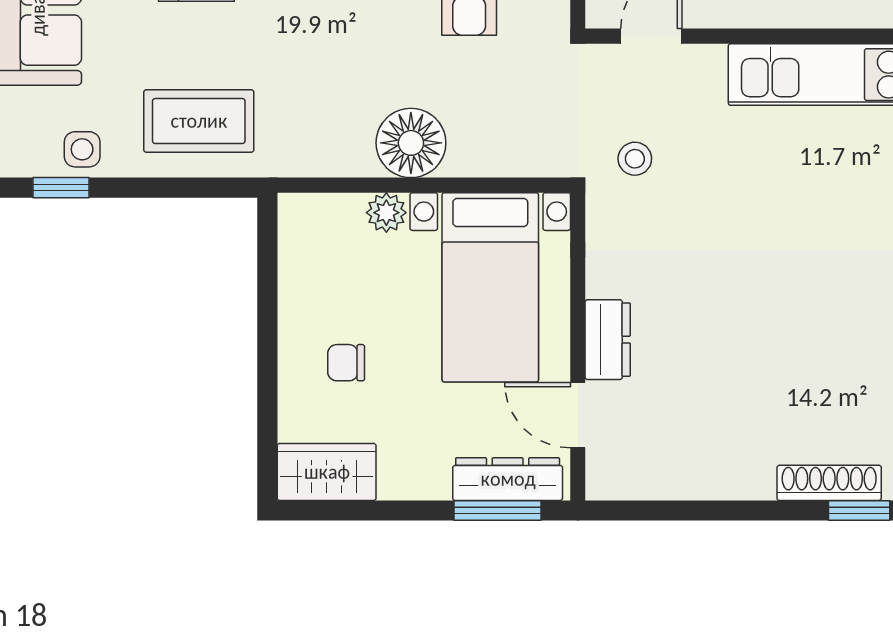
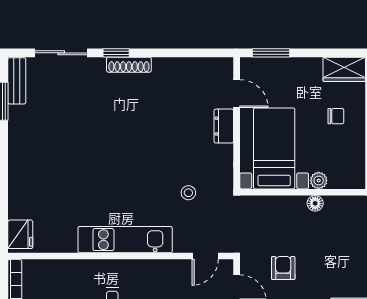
floor lamp: (411, 143) -> (315, 203), width x0.53, depth x0.53
stool: (635, 159) -> (188, 193), moved
dresser: (508, 479) -> (267, 66), removed

